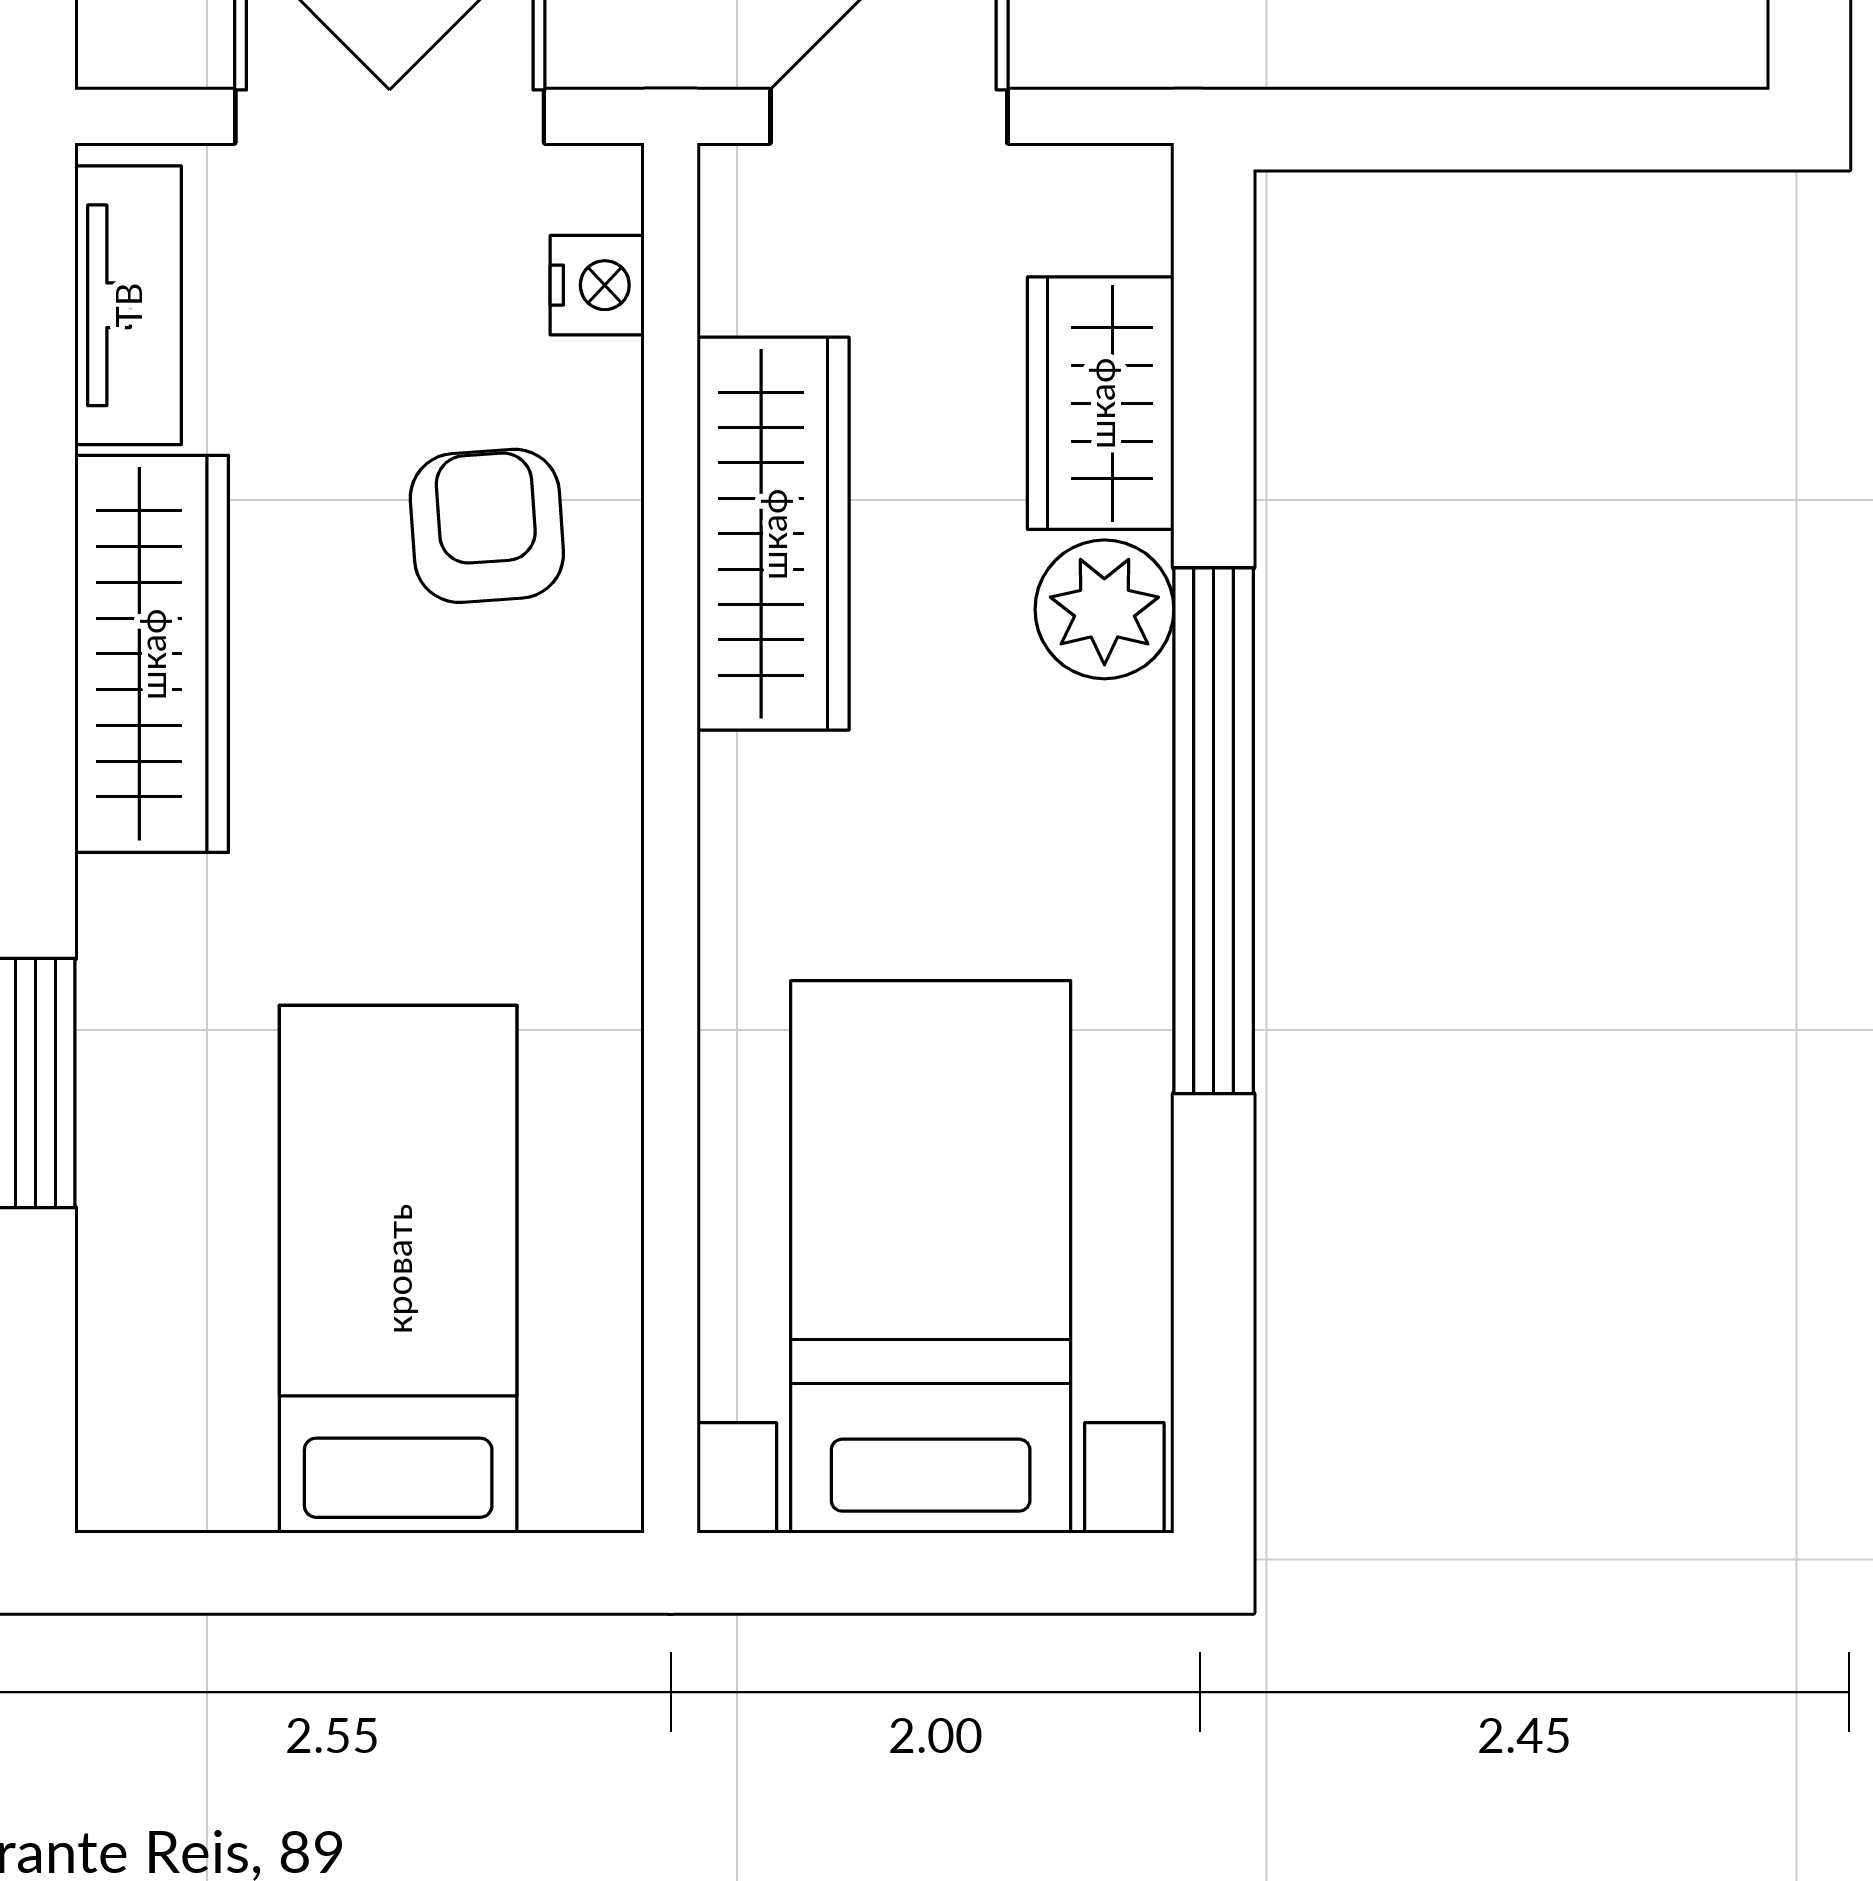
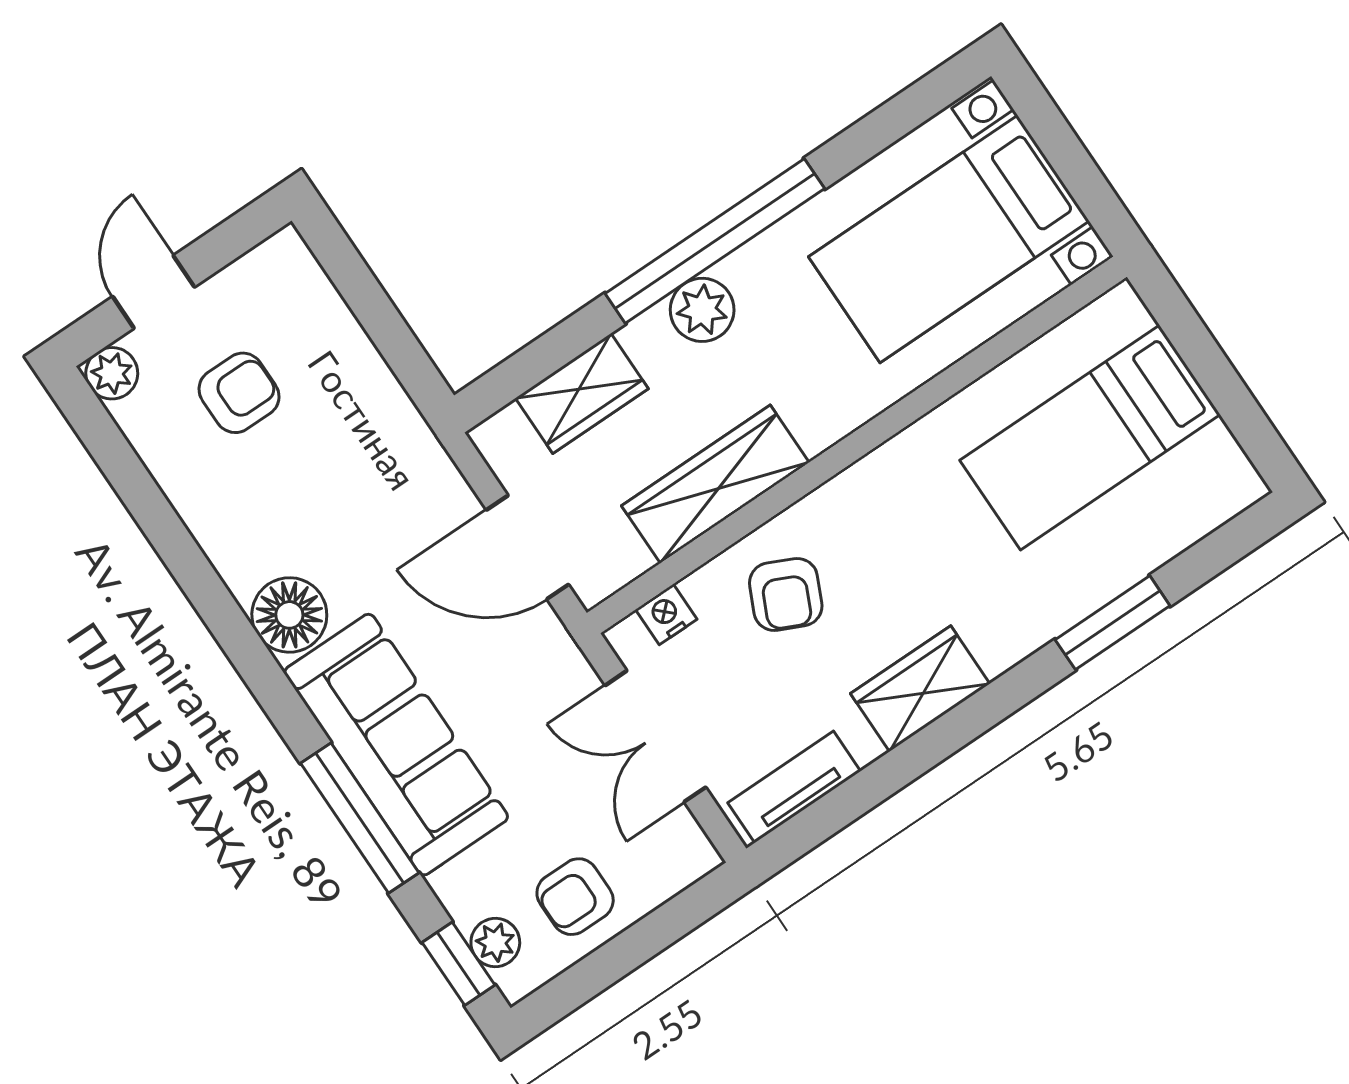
armchair: (487, 526) -> (786, 594), turned -61
plant: (1104, 609) -> (702, 310), moved
wardrobe: (152, 654) -> (920, 689), width x0.67

